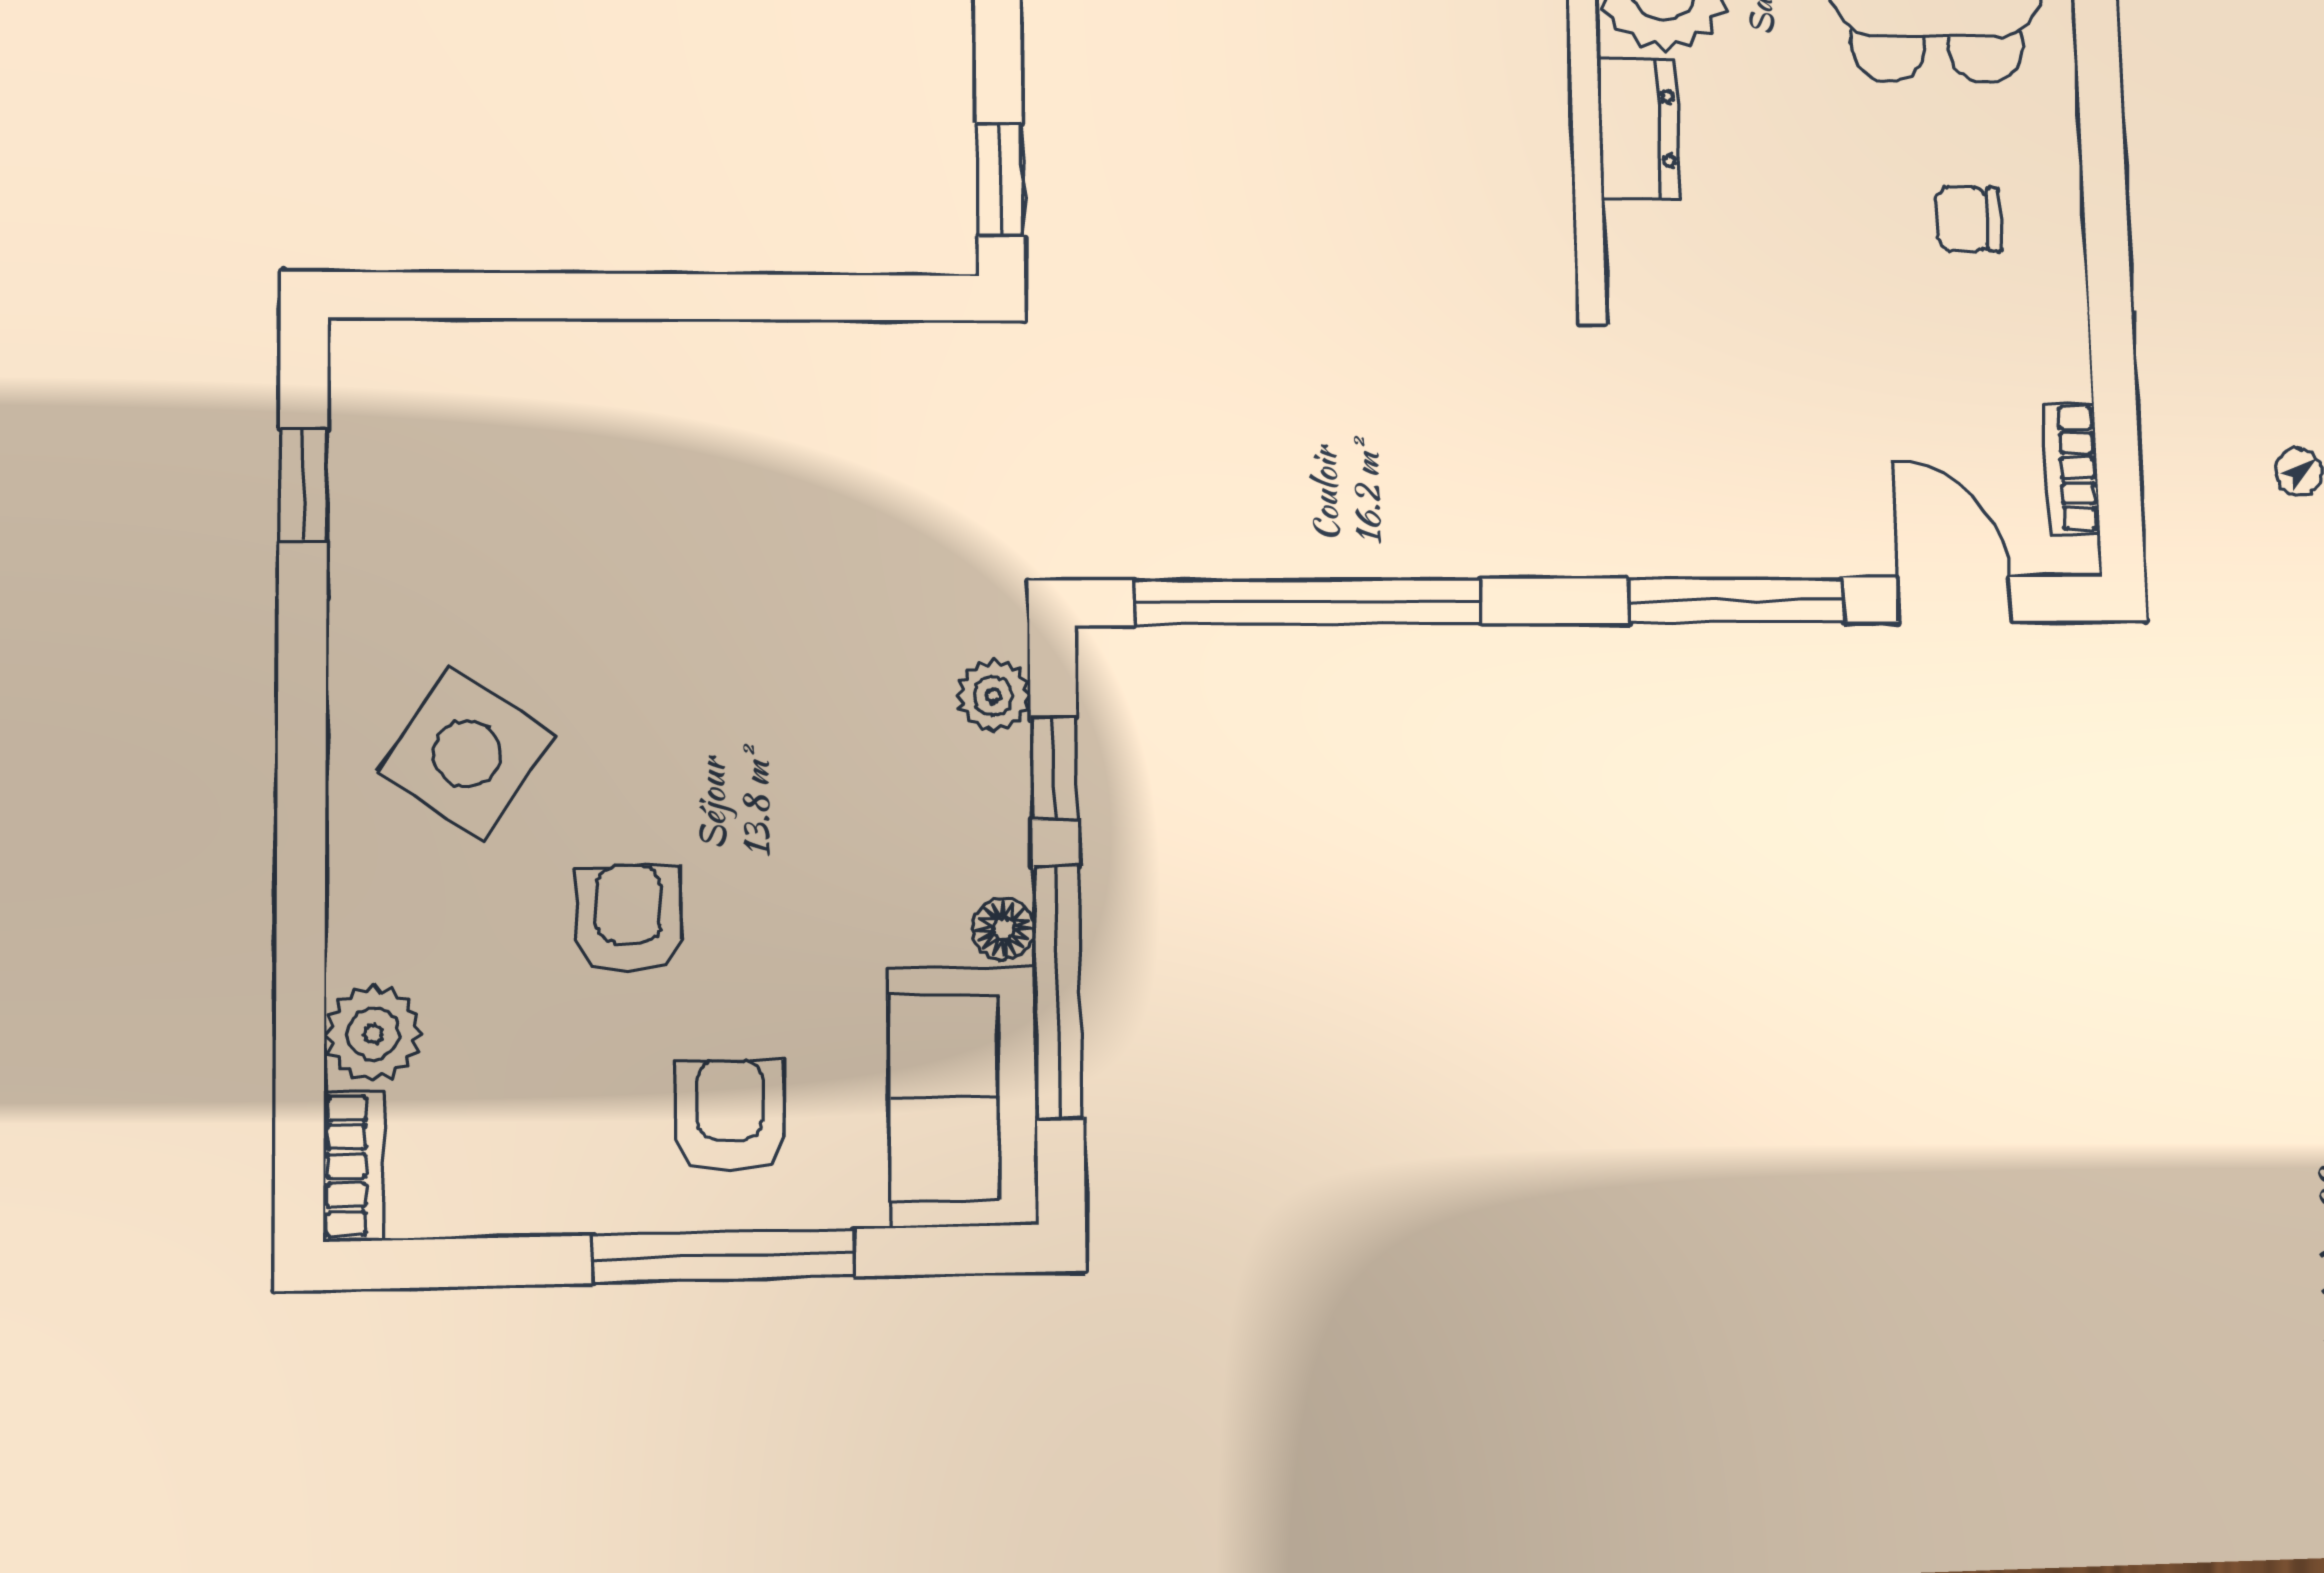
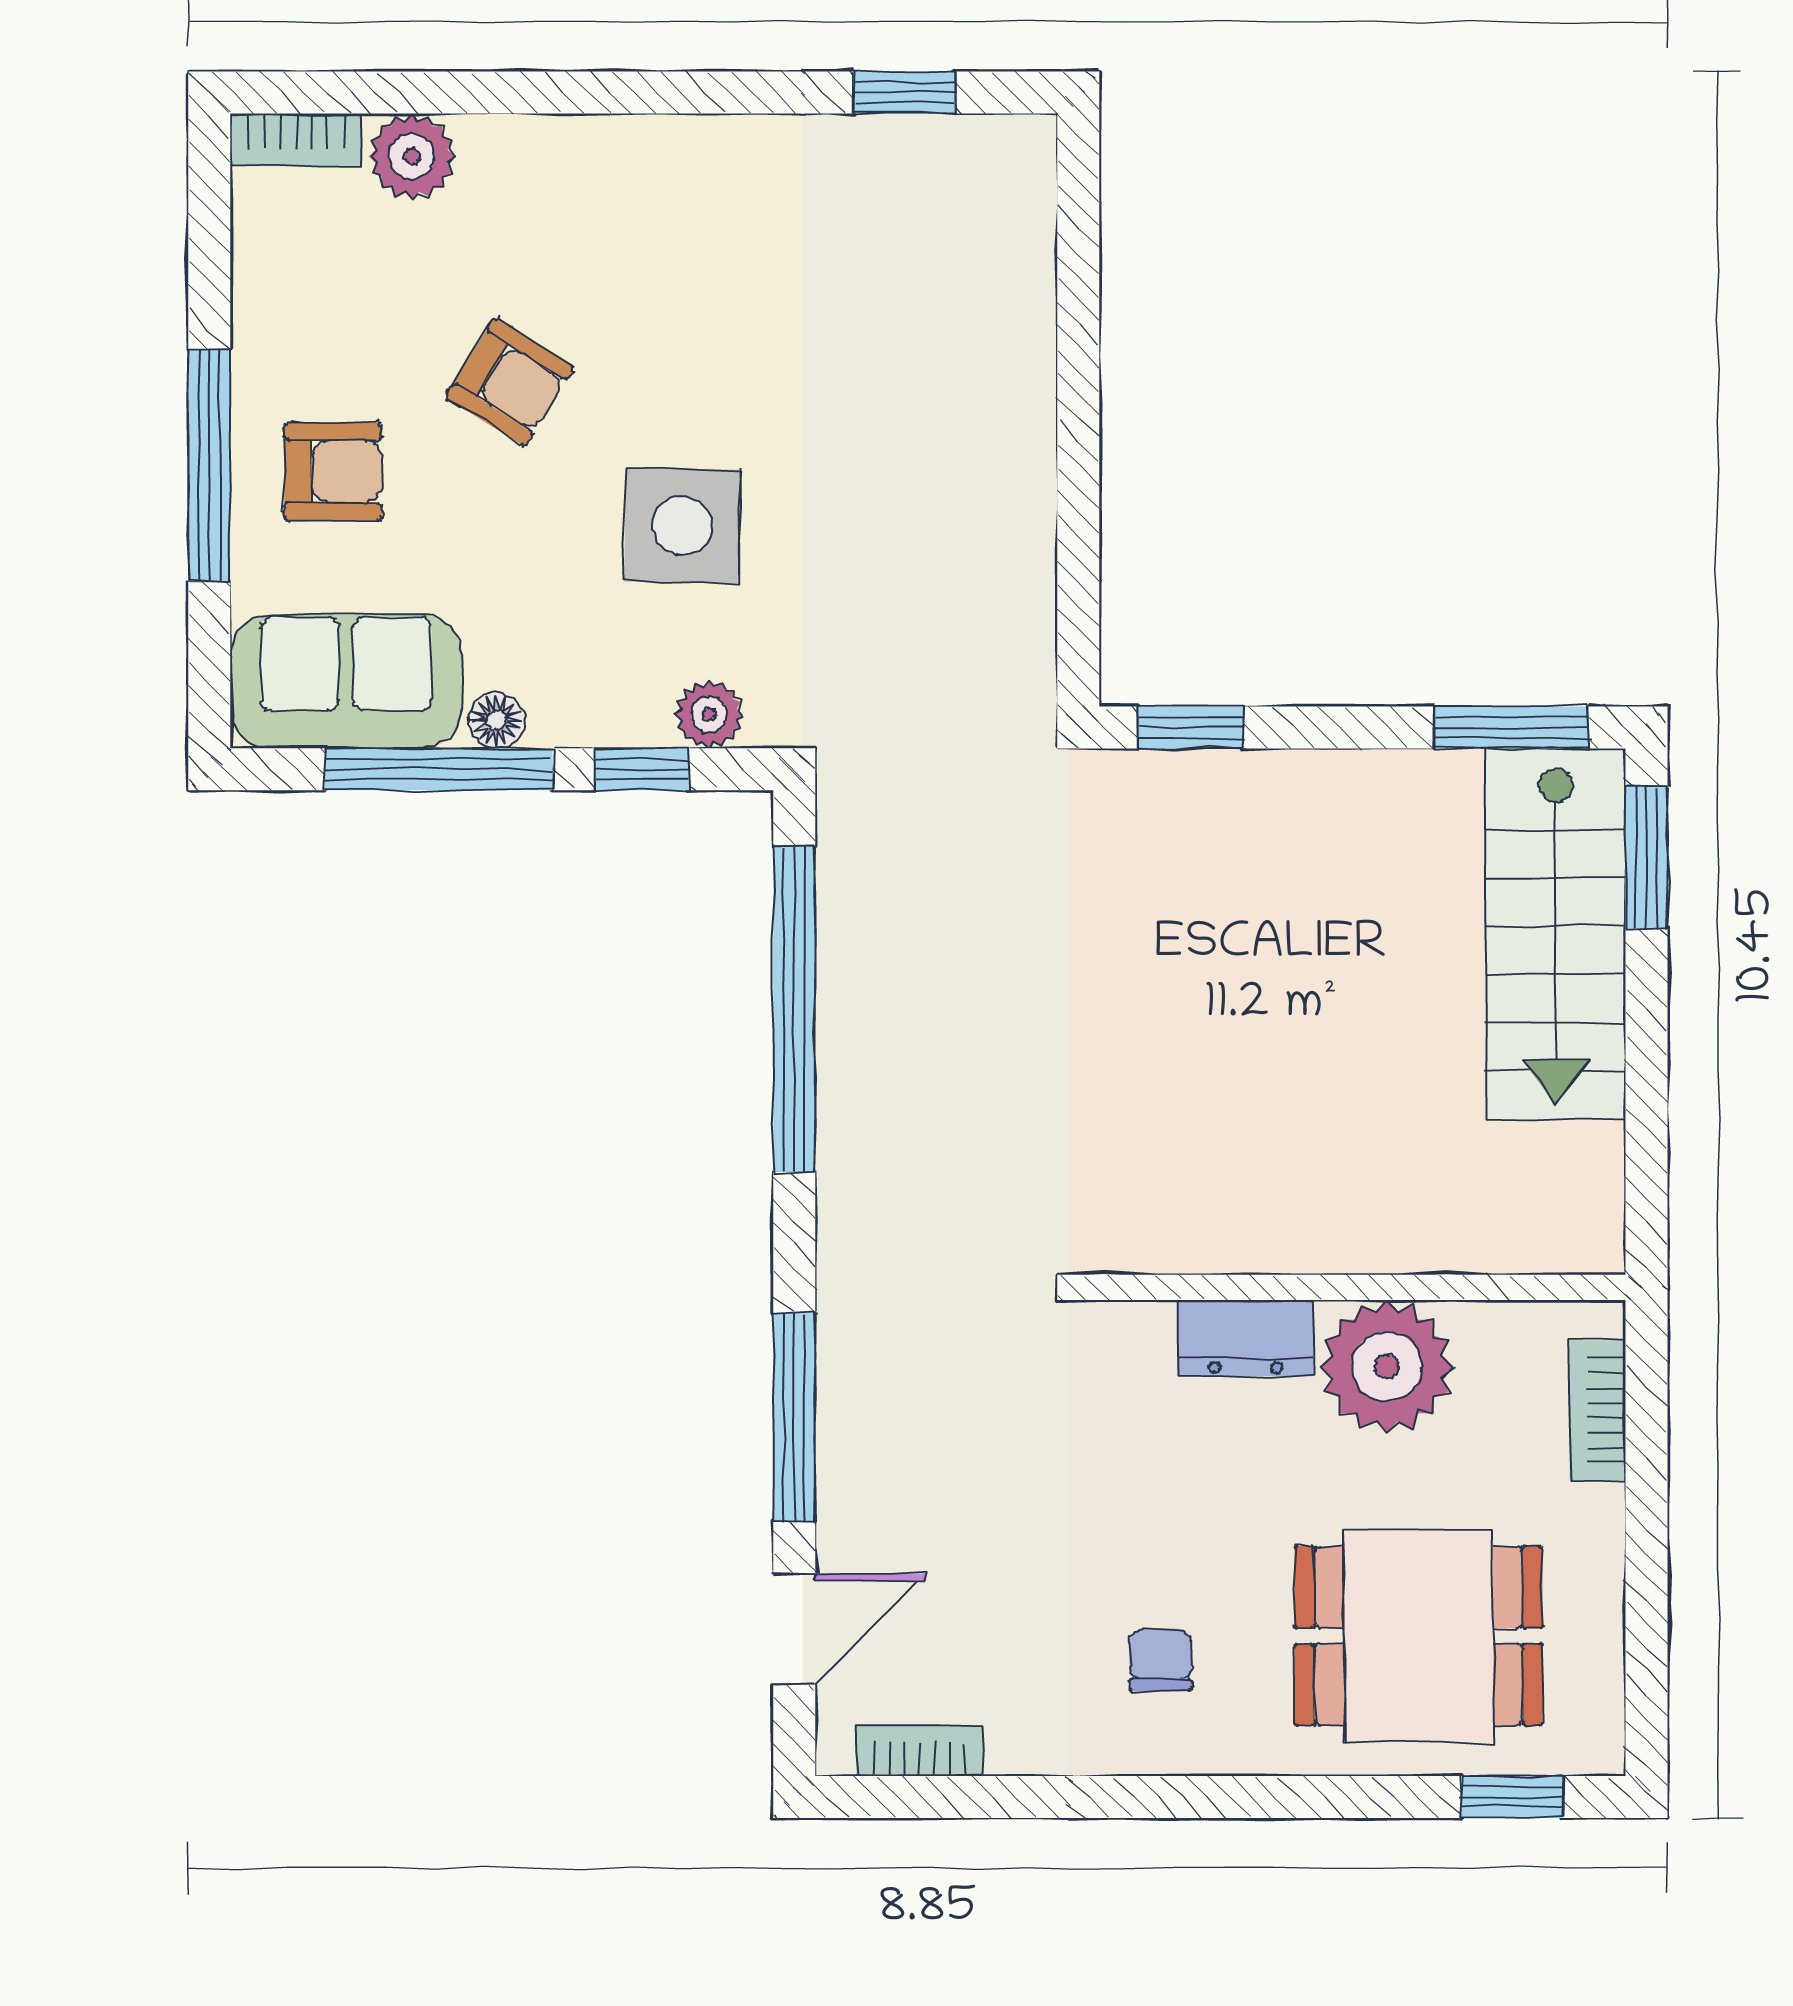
side table: (467, 753) -> (682, 526), moved, turned -33
armchair: (628, 919) -> (510, 382), turned 32

